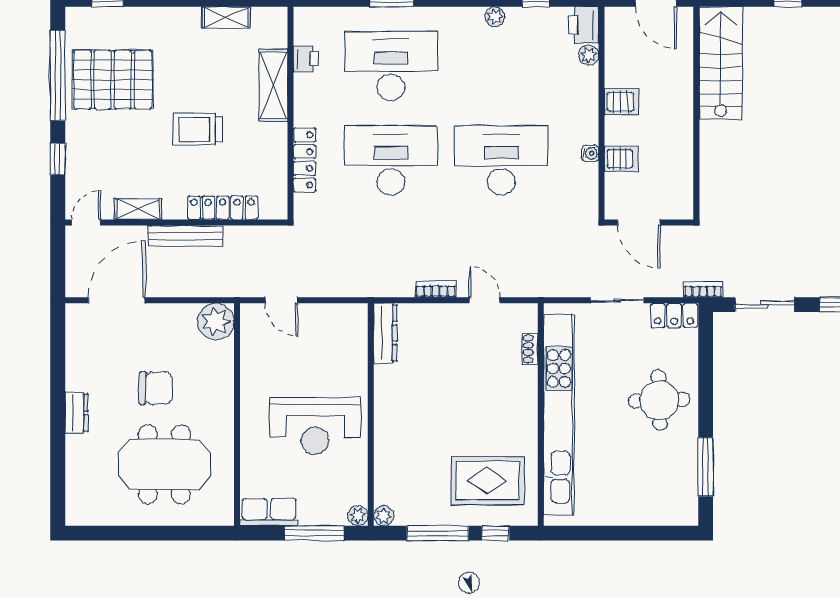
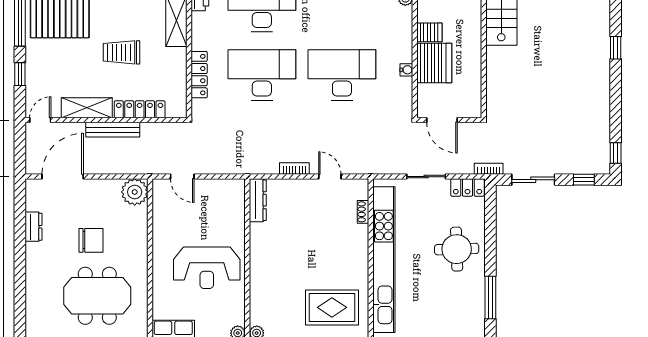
server rack: (621, 159) -> (434, 63), width x2.18, depth x1.44
shelving: (138, 209) -> (87, 108), width x1.50, depth x1.33
dresser: (76, 413) -> (33, 227), moved

